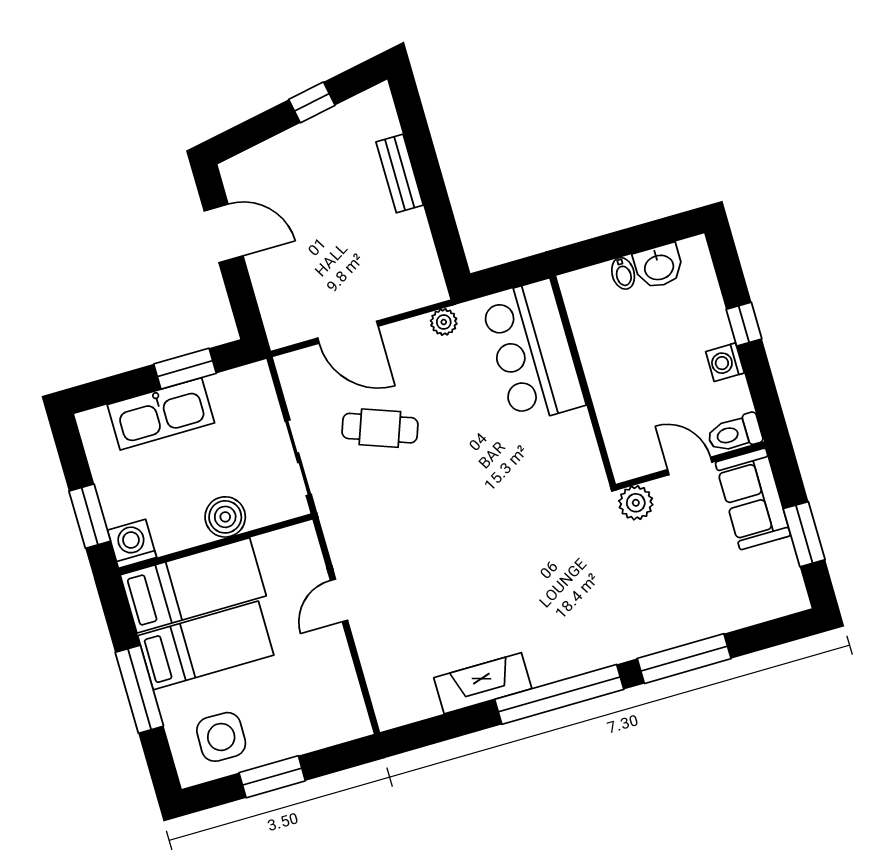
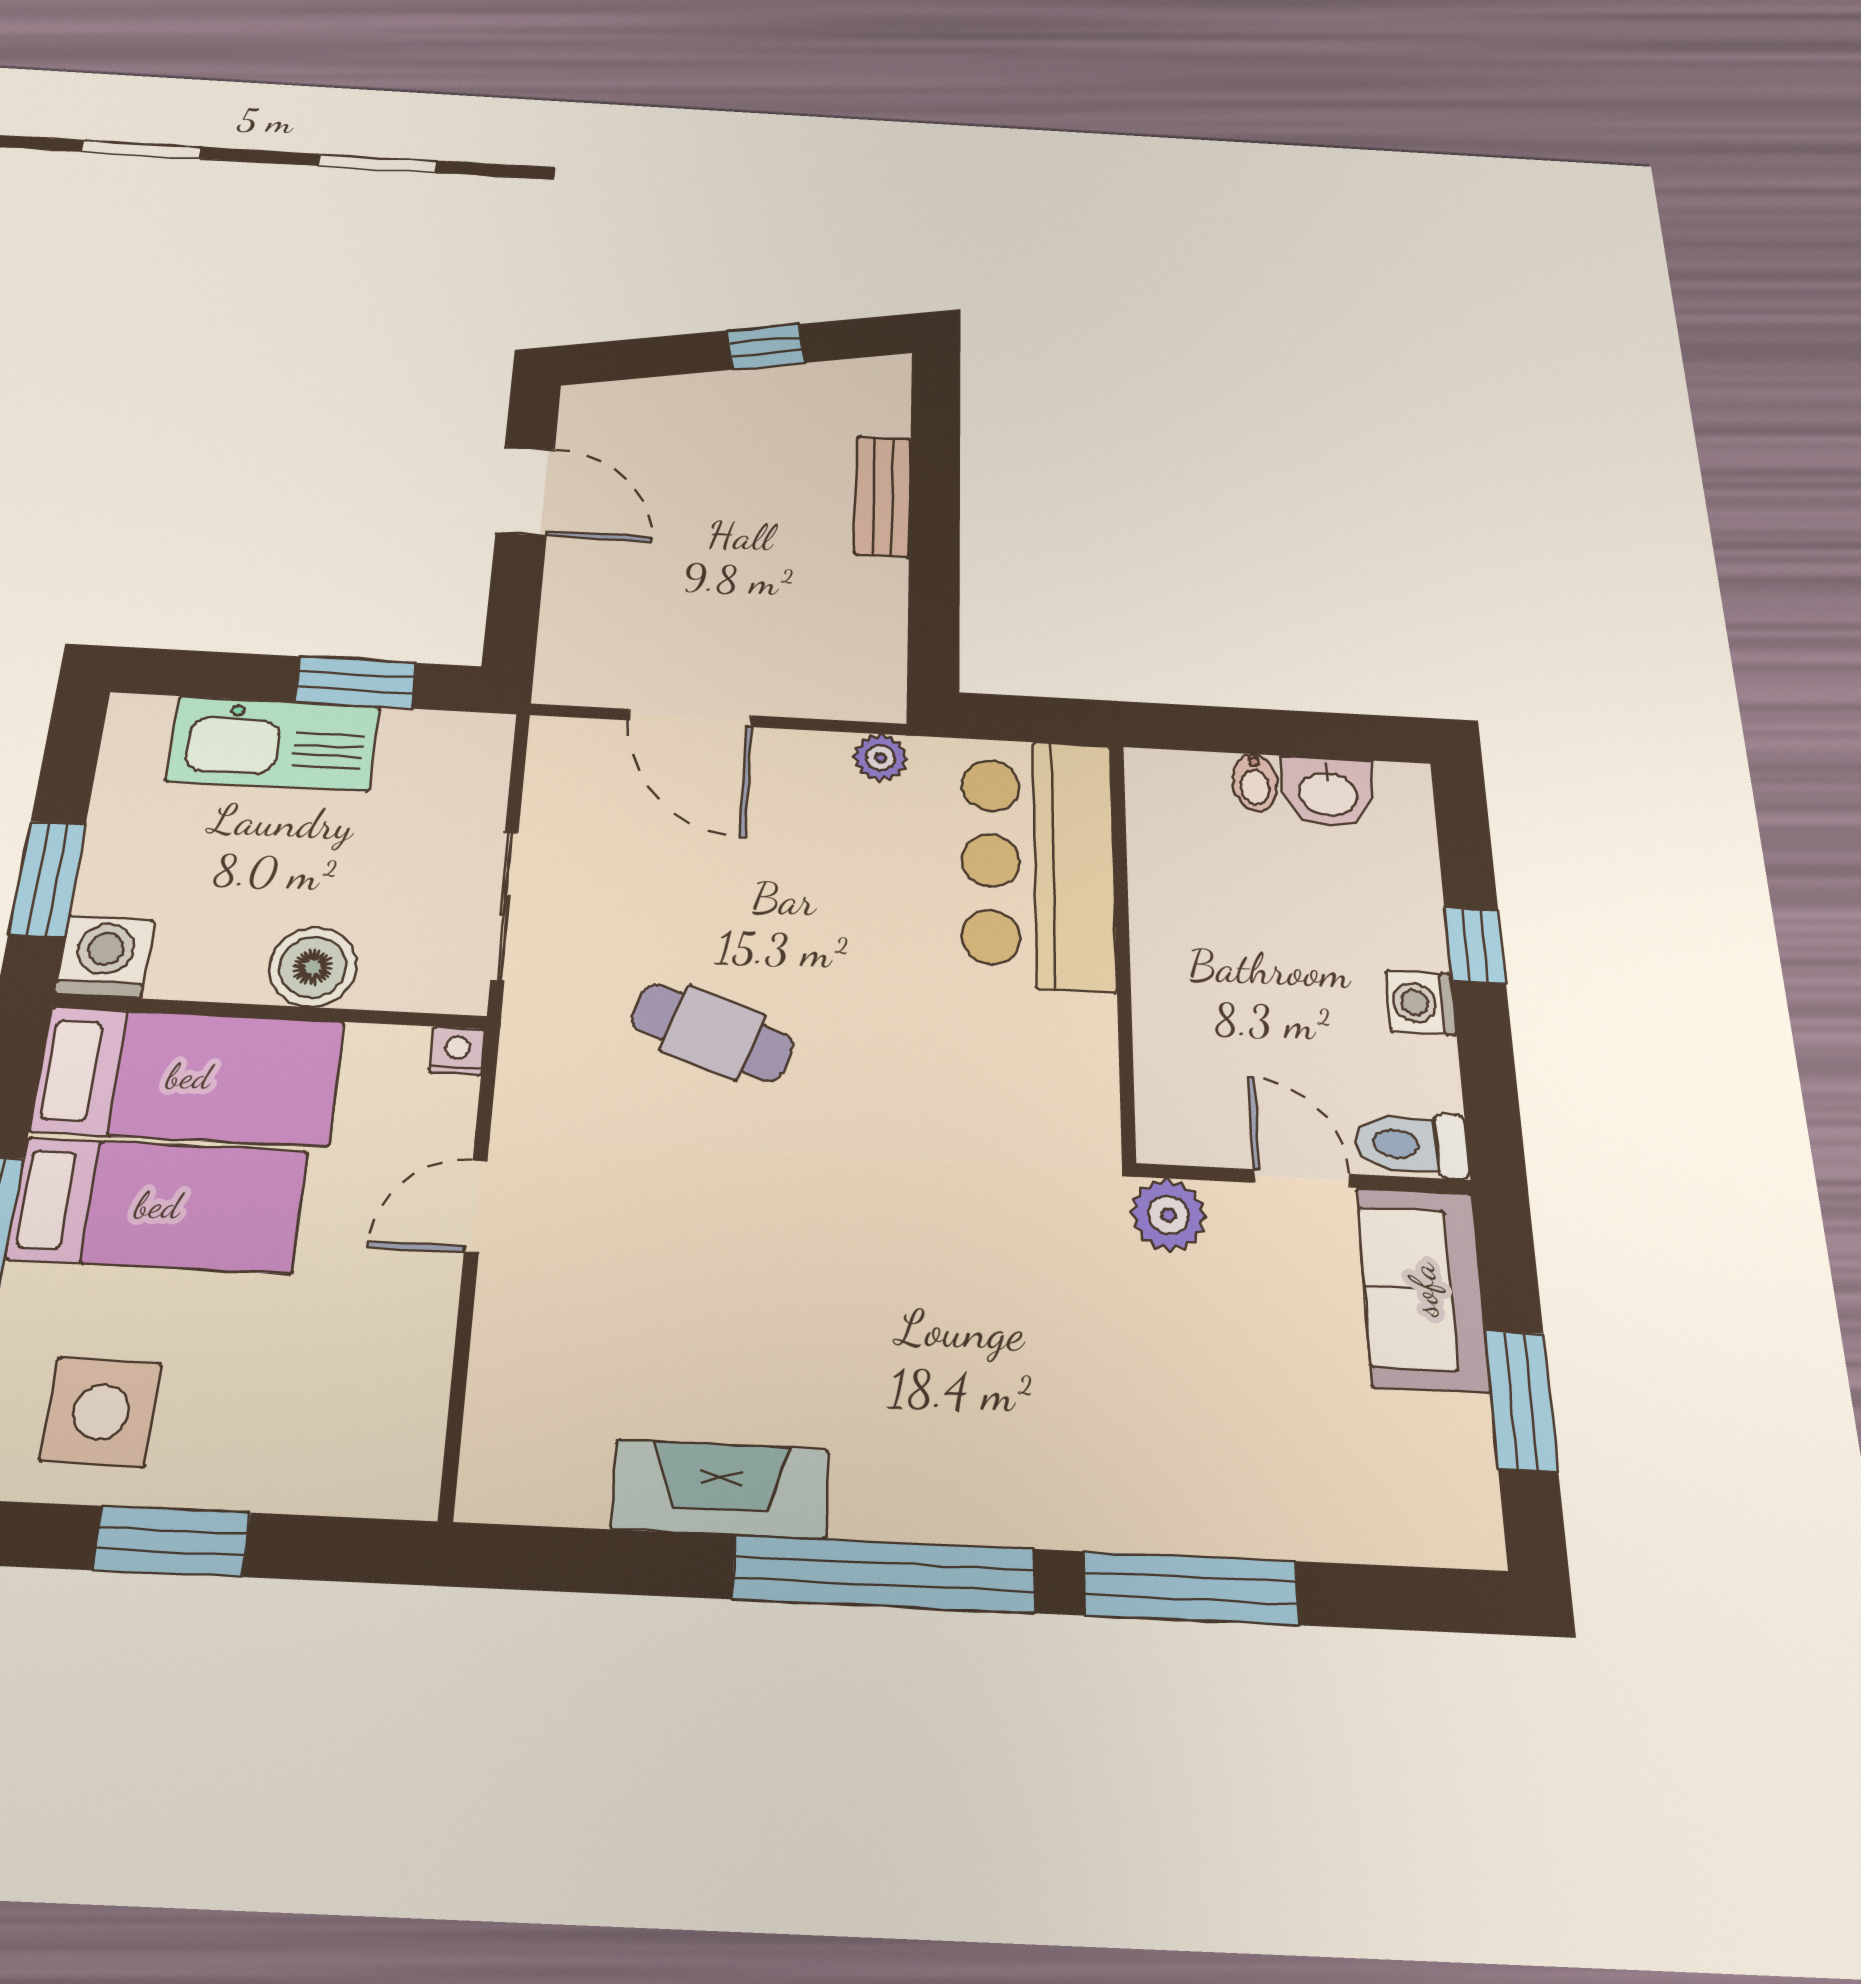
cafe table: (380, 428) -> (712, 1032), moved
nightstand: (304, 534) -> (457, 1051), added

